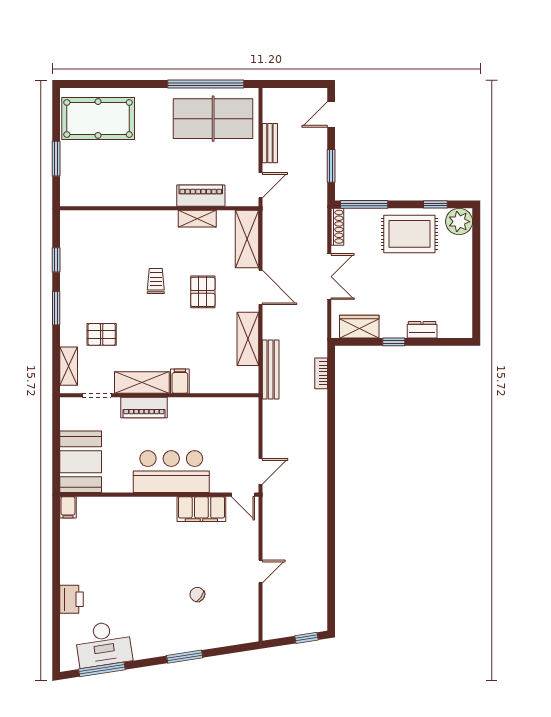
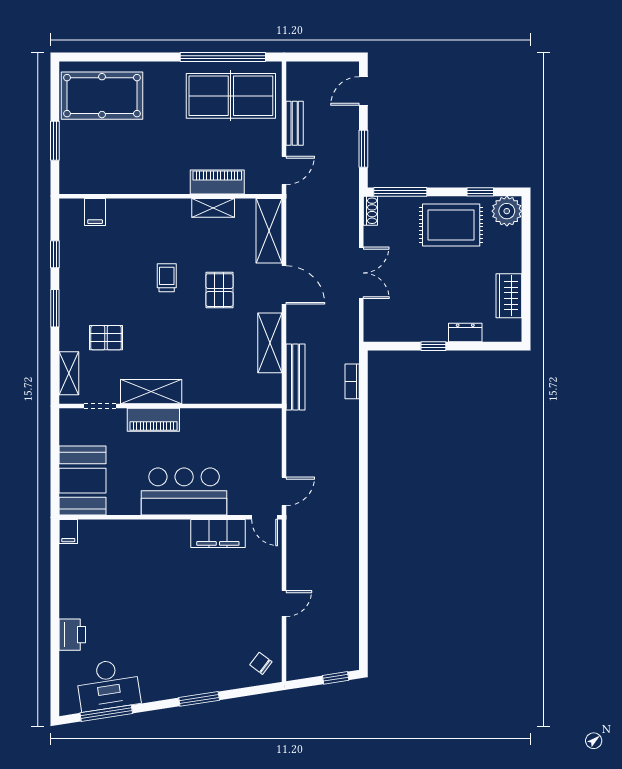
shoe rack: (337, 227) -> (370, 211), width x0.70
wardrobe: (359, 327) -> (509, 296), moved, turned -90
filing cabinet: (180, 381) -> (95, 212), moved, turned 180
chair: (197, 595) -> (261, 663), moved

